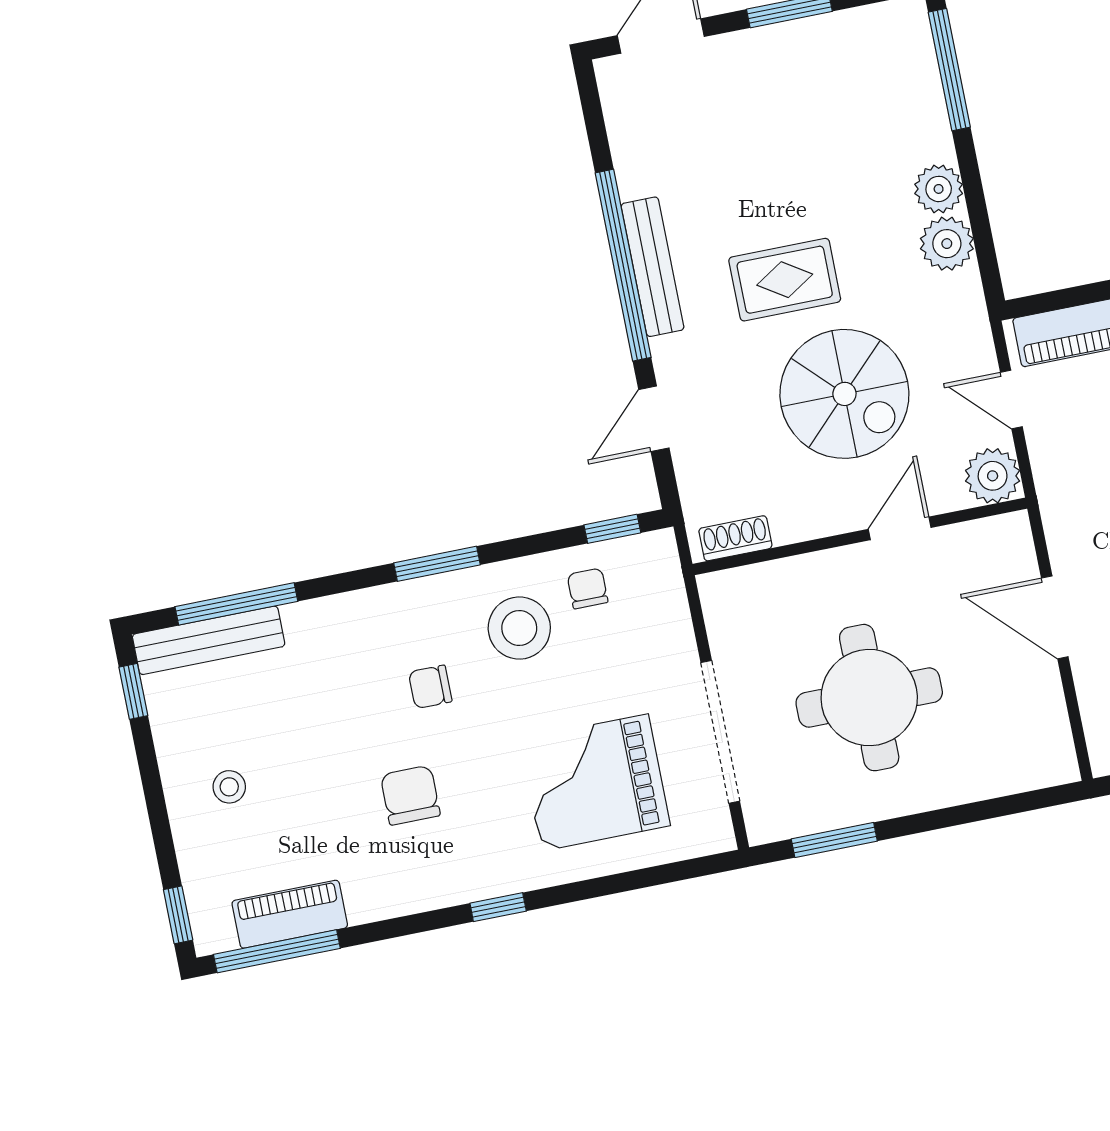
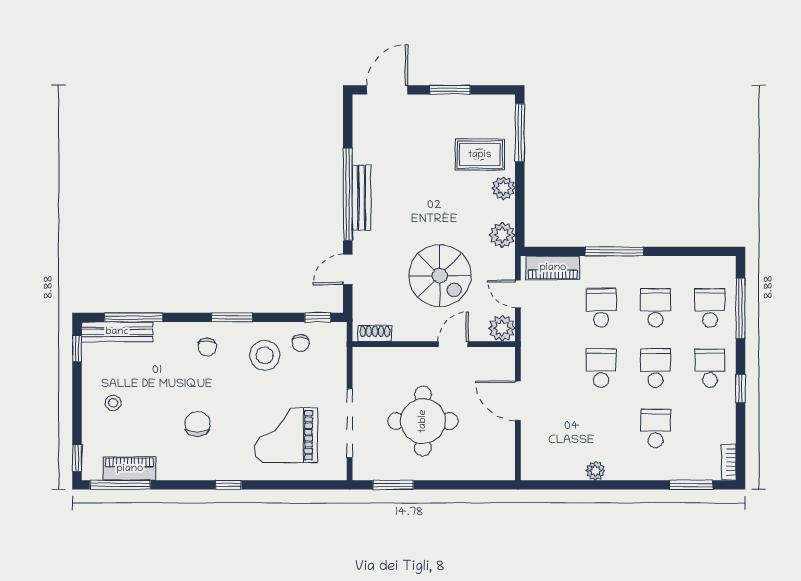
plant: (947, 244) -> (502, 235), moved
rug: (785, 280) -> (480, 155), moved
chair: (588, 588) -> (301, 343), turned 180
chair: (430, 687) -> (207, 347), moved, turned -90

